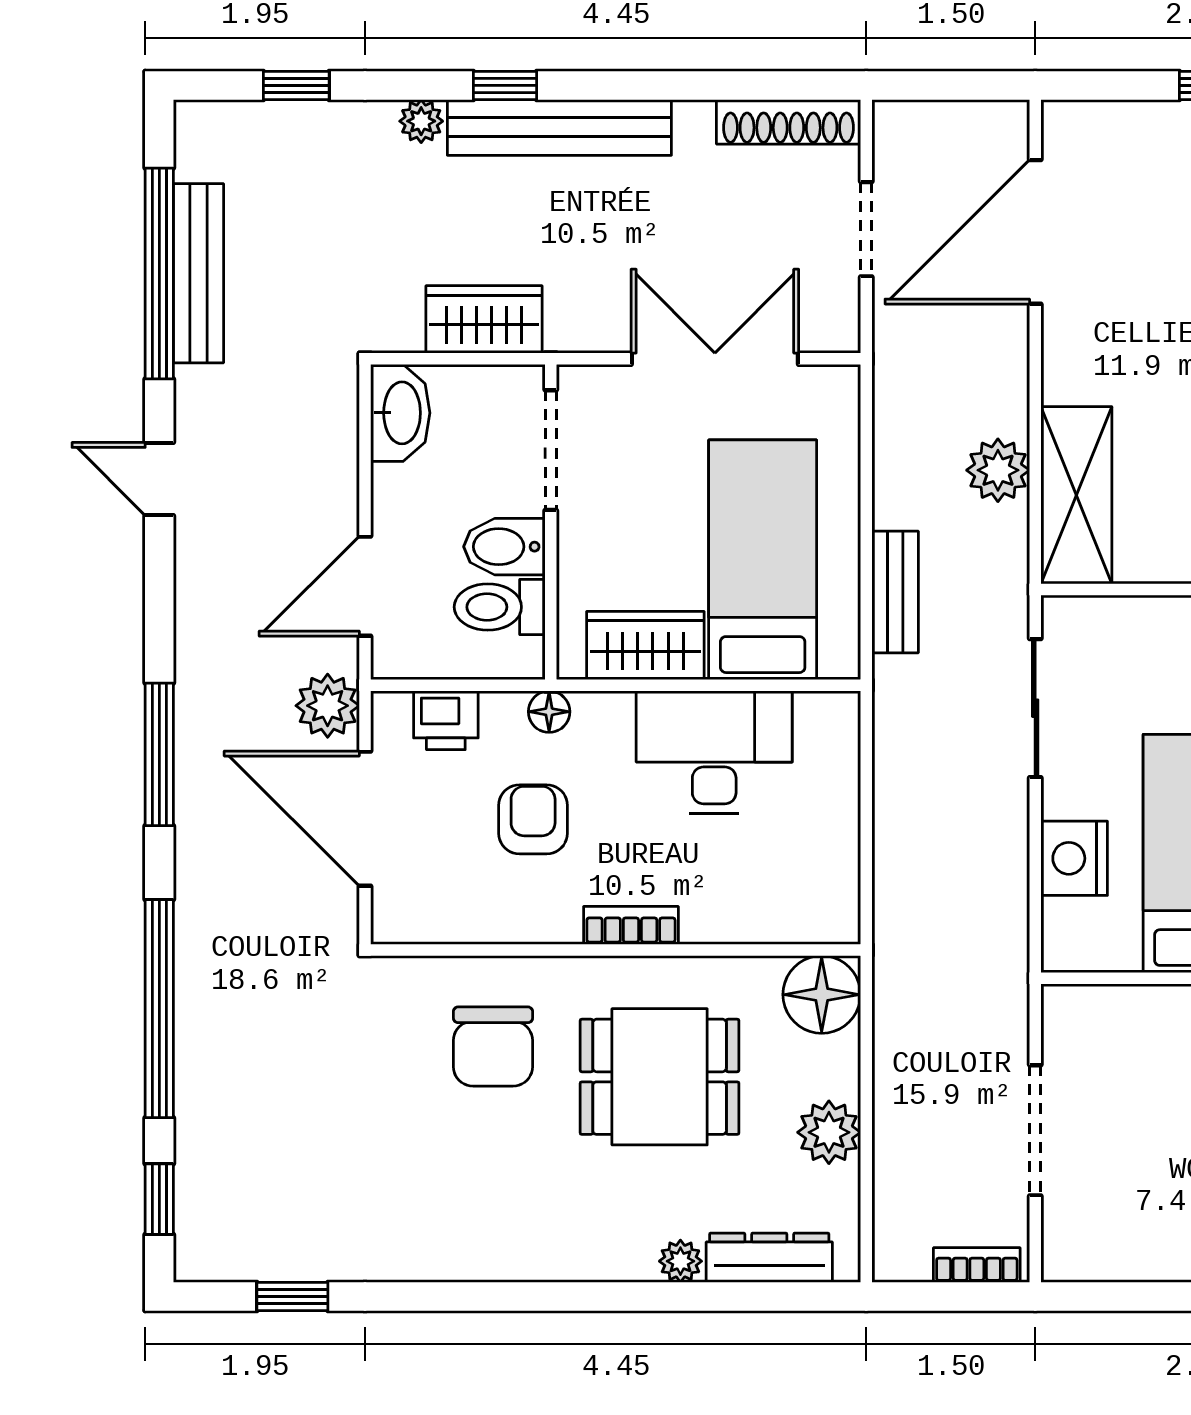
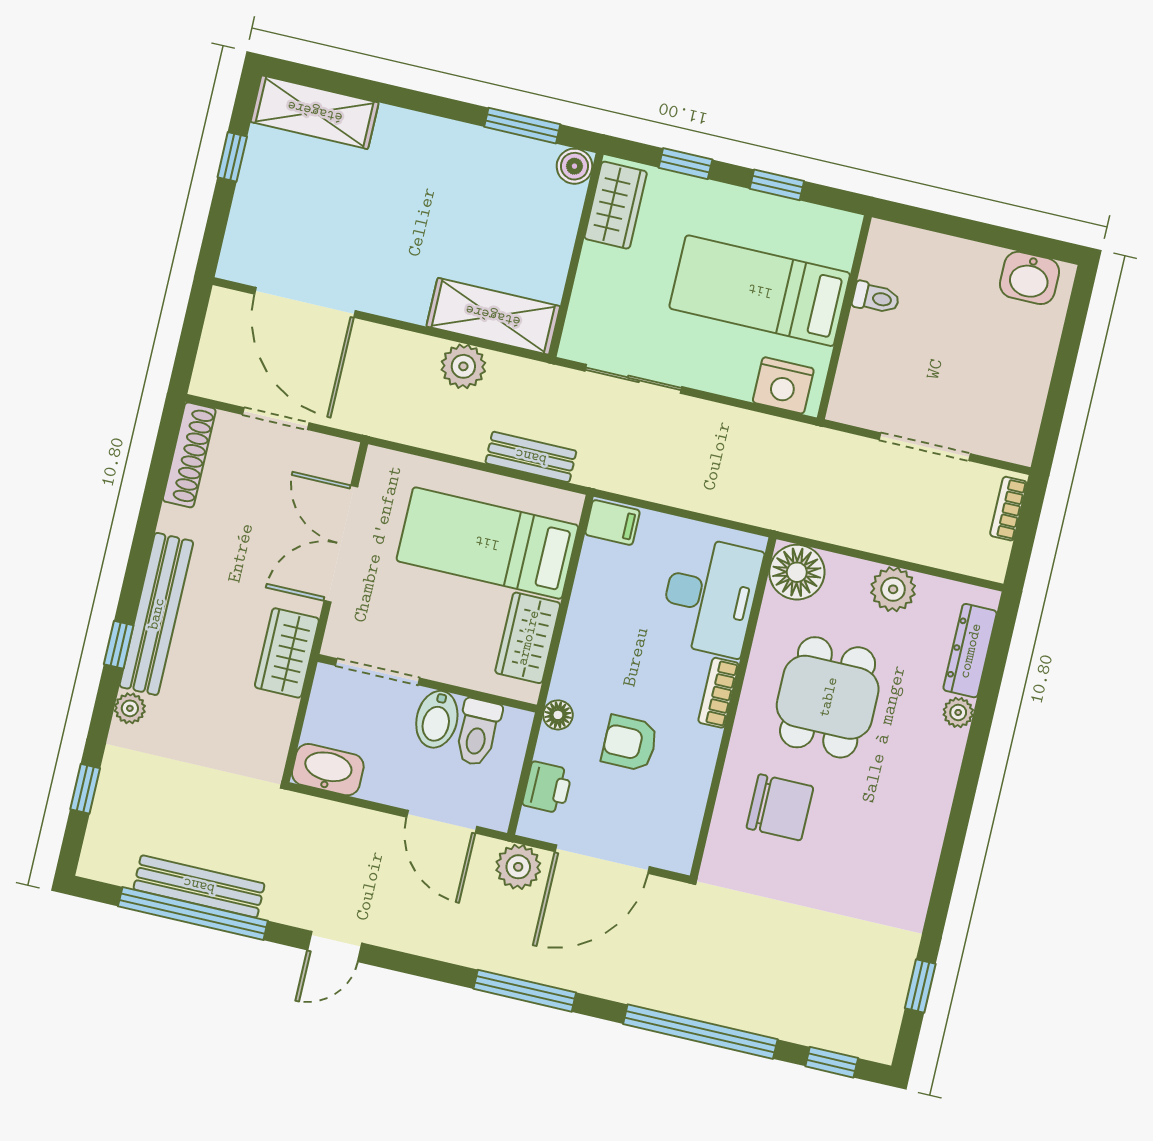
wardrobe: (484, 319) -> (287, 653), moved
filing cabinet: (831, 725) -> (612, 522), added
desk: (714, 752) -> (710, 596), moved, turned 180
nightstand: (1074, 858) -> (783, 385), moved

